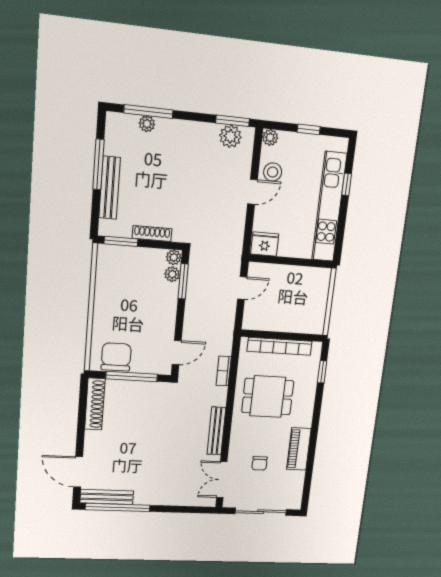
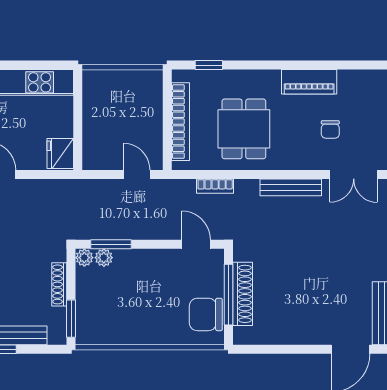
door: (242, 288) -> (137, 174), moved
shoe rack: (95, 404) -> (243, 294), moved, turned 90
chair: (259, 463) -> (330, 129), turned 90

